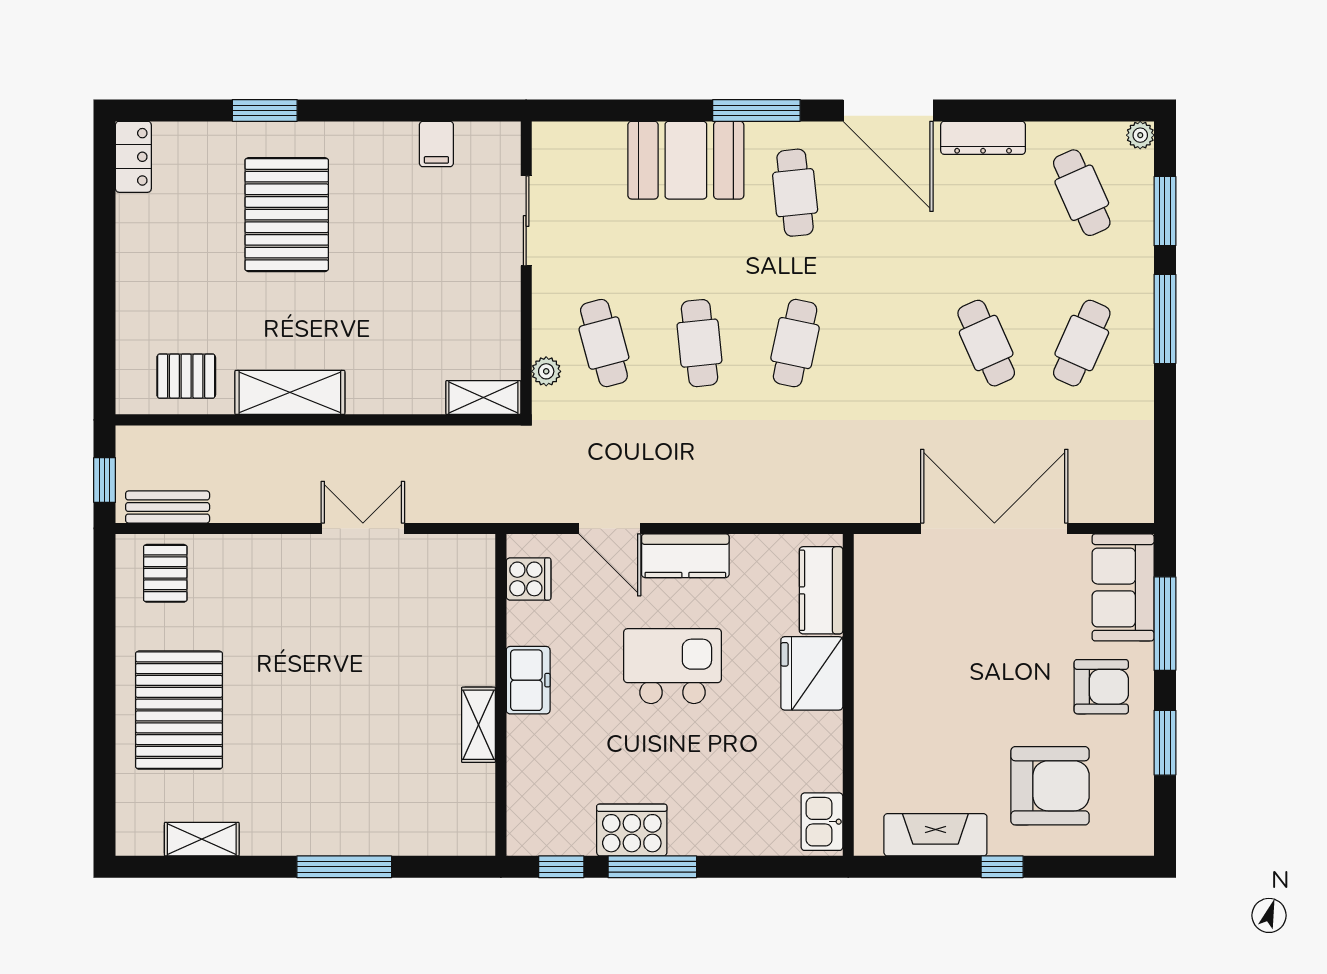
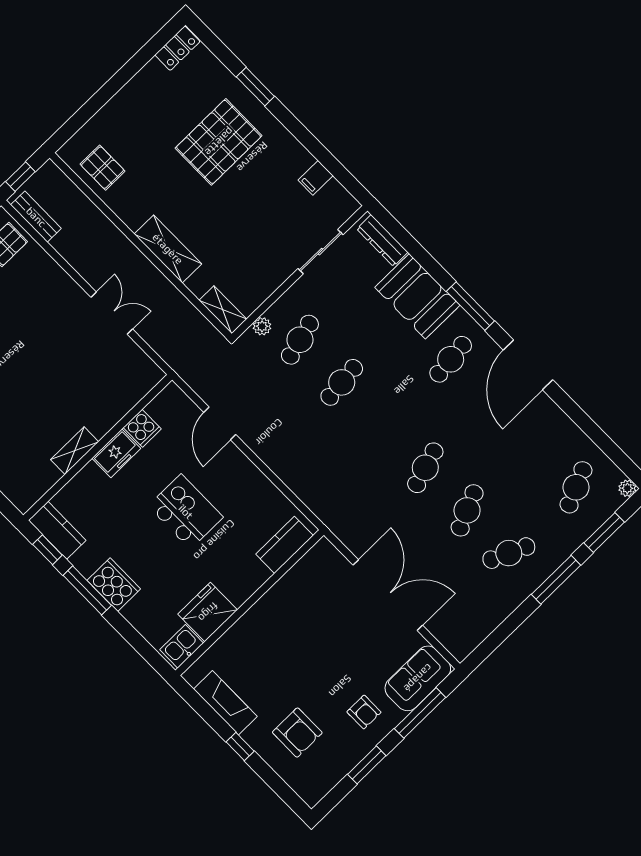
dresser: (983, 138) -> (382, 241), moved
cafe table: (795, 343) -> (425, 468), moved, turned -30
shelving: (290, 392) -> (168, 249), moved
kitchen counter: (685, 556) -> (57, 530), moved, turned 180
cooker: (529, 579) -> (142, 428), moved
fridge: (812, 673) -> (208, 612), moved
armchair: (1101, 687) -> (364, 712), width x0.72, depth x0.72
armchair: (1050, 786) -> (297, 733), width x0.73, depth x0.73
cooker: (632, 830) -> (114, 585), moved

